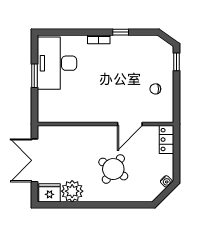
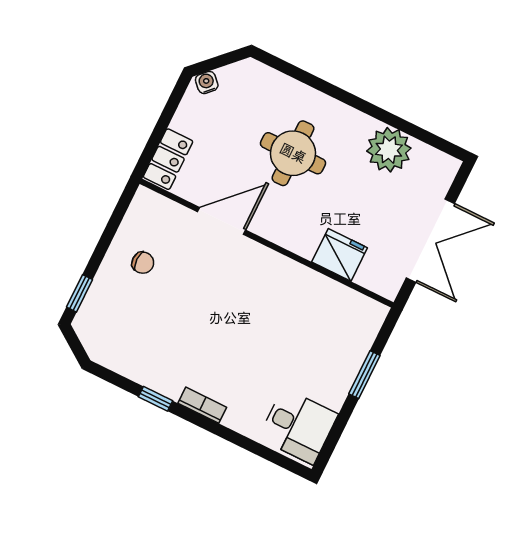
desk: (57, 63) -> (298, 426), width x0.53, depth x0.77
window: (34, 76) -> (364, 375), moved
round table: (113, 169) -> (293, 153), turned -34
fridge: (50, 193) -> (340, 255), moved, turned 180

